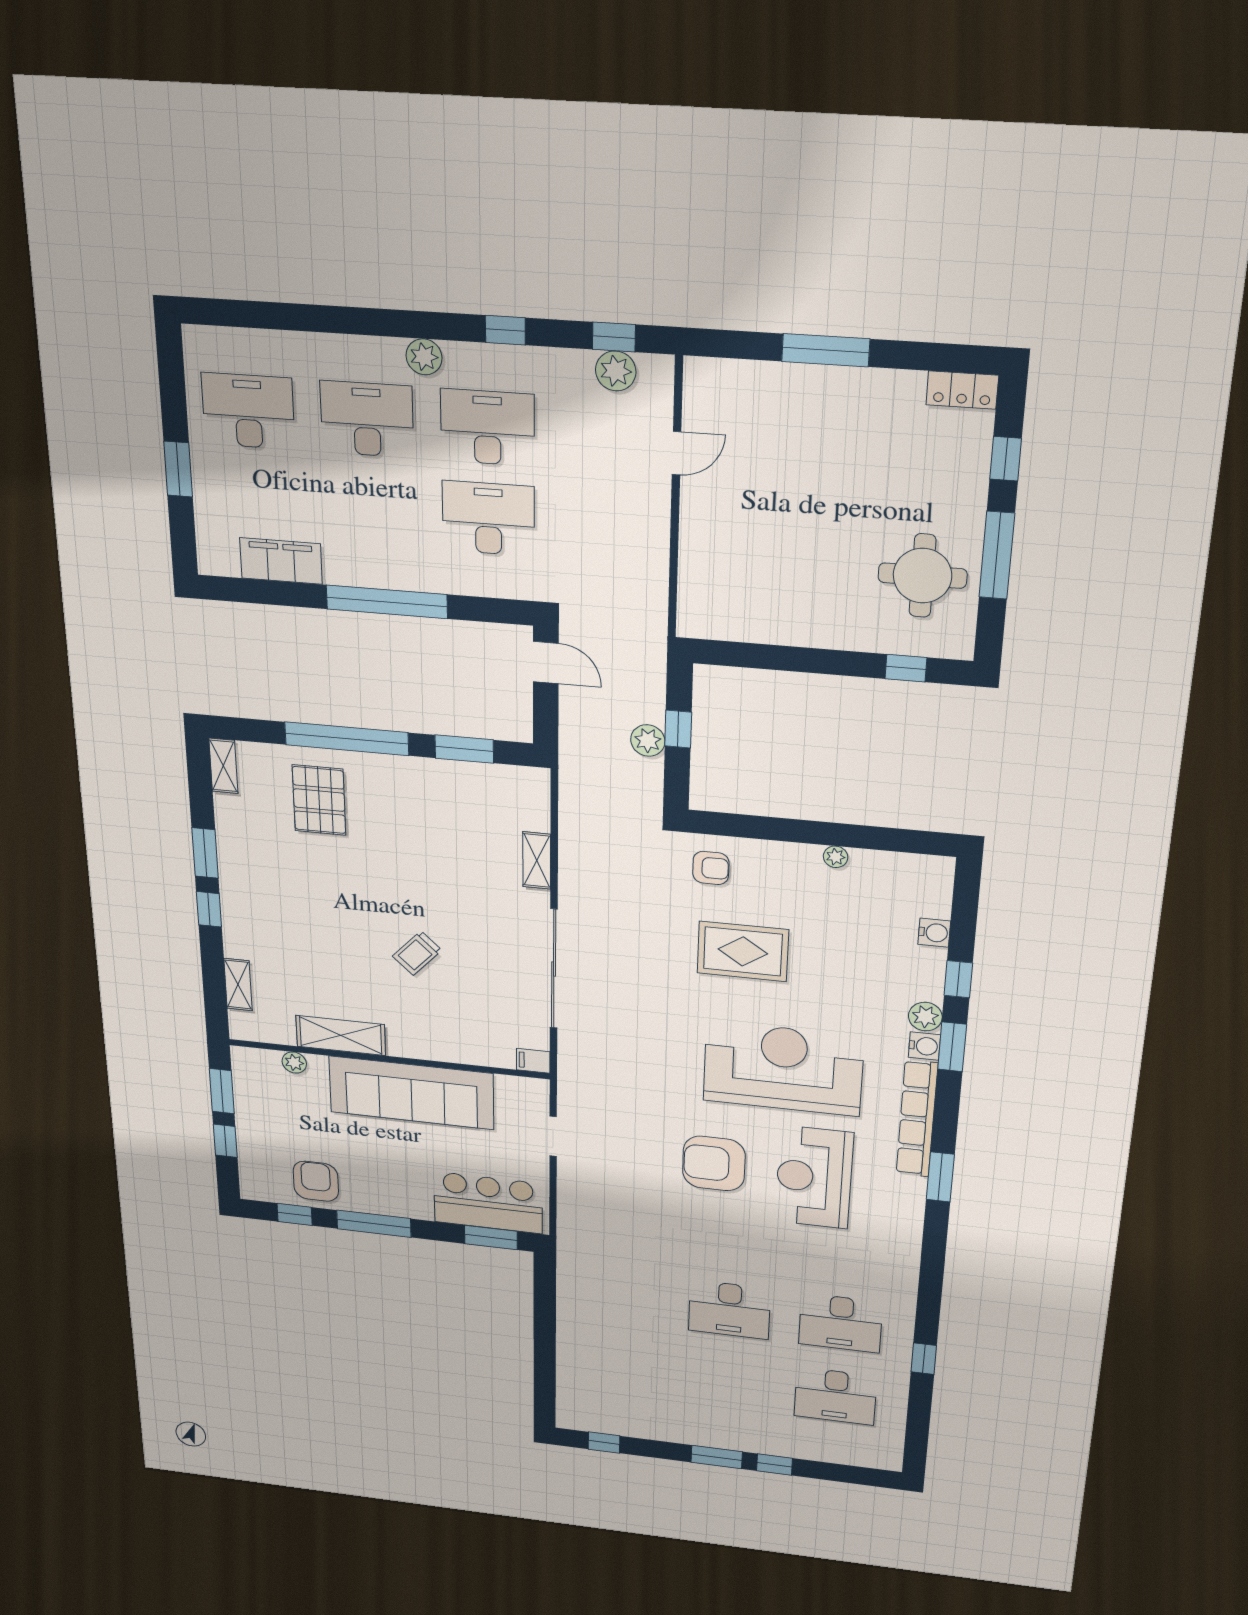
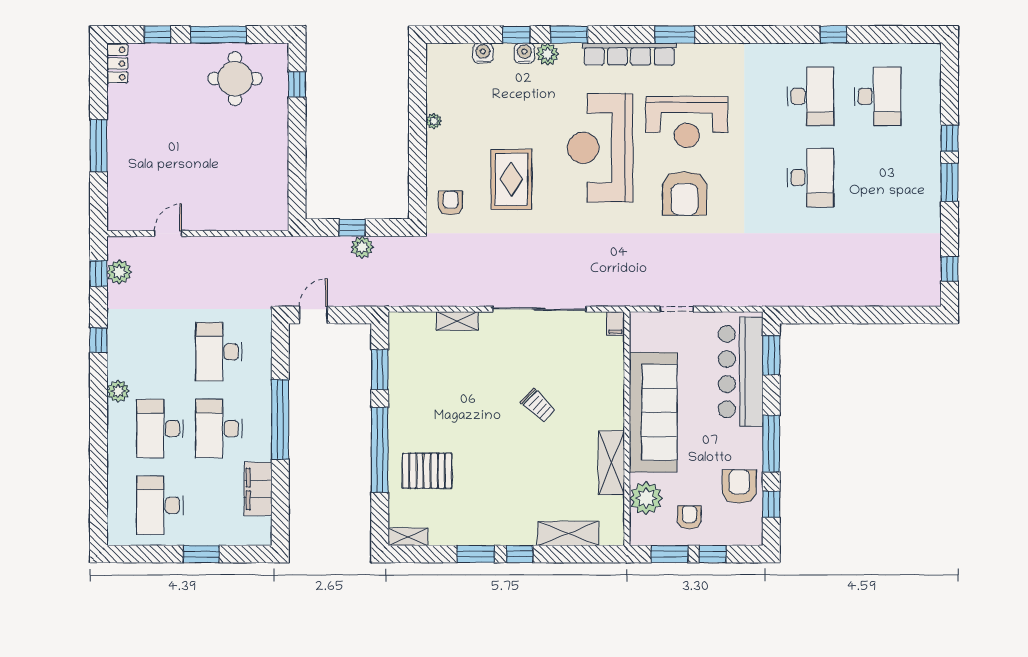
desk: (487, 427) -> (219, 429), moved
door: (677, 453) -> (168, 233), hinge flipped
shelving: (238, 985) -> (568, 533), width x1.50, depth x1.33
water cooler: (924, 1046) -> (524, 53), moved
plant: (294, 1063) -> (646, 498), width x1.87, depth x1.87
armchair: (272, 1120) -> (689, 517), added
armchair: (316, 1181) -> (739, 487), turned 90
bar counter: (488, 1203) -> (741, 372), width x1.36

